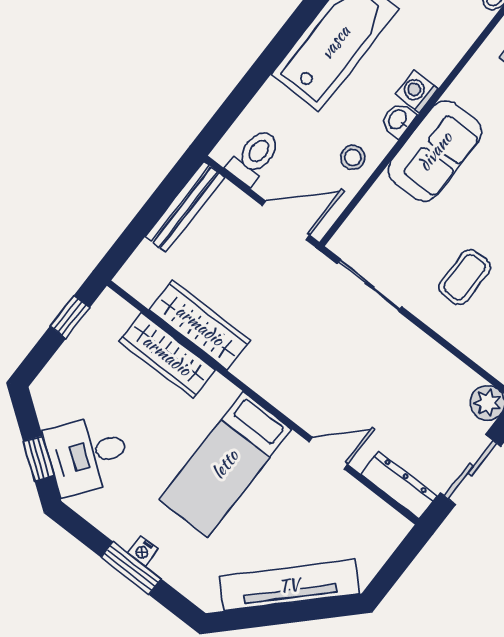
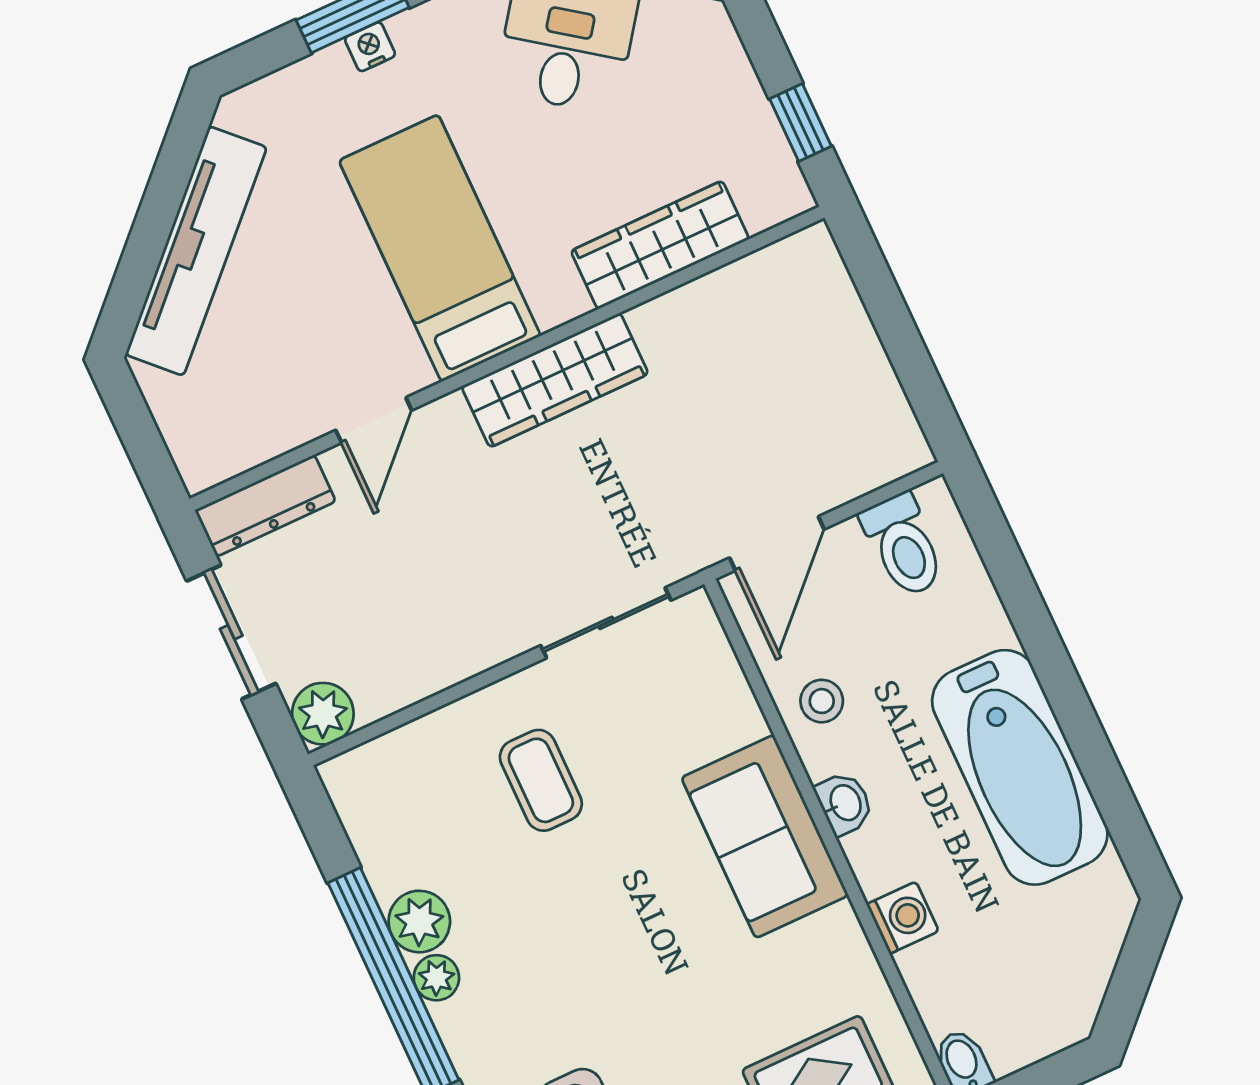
washing machine: (417, 91) -> (903, 918), moved
bench: (185, 207) -> (881, 395), removed
wardrobe: (200, 325) -> (555, 380), moved

